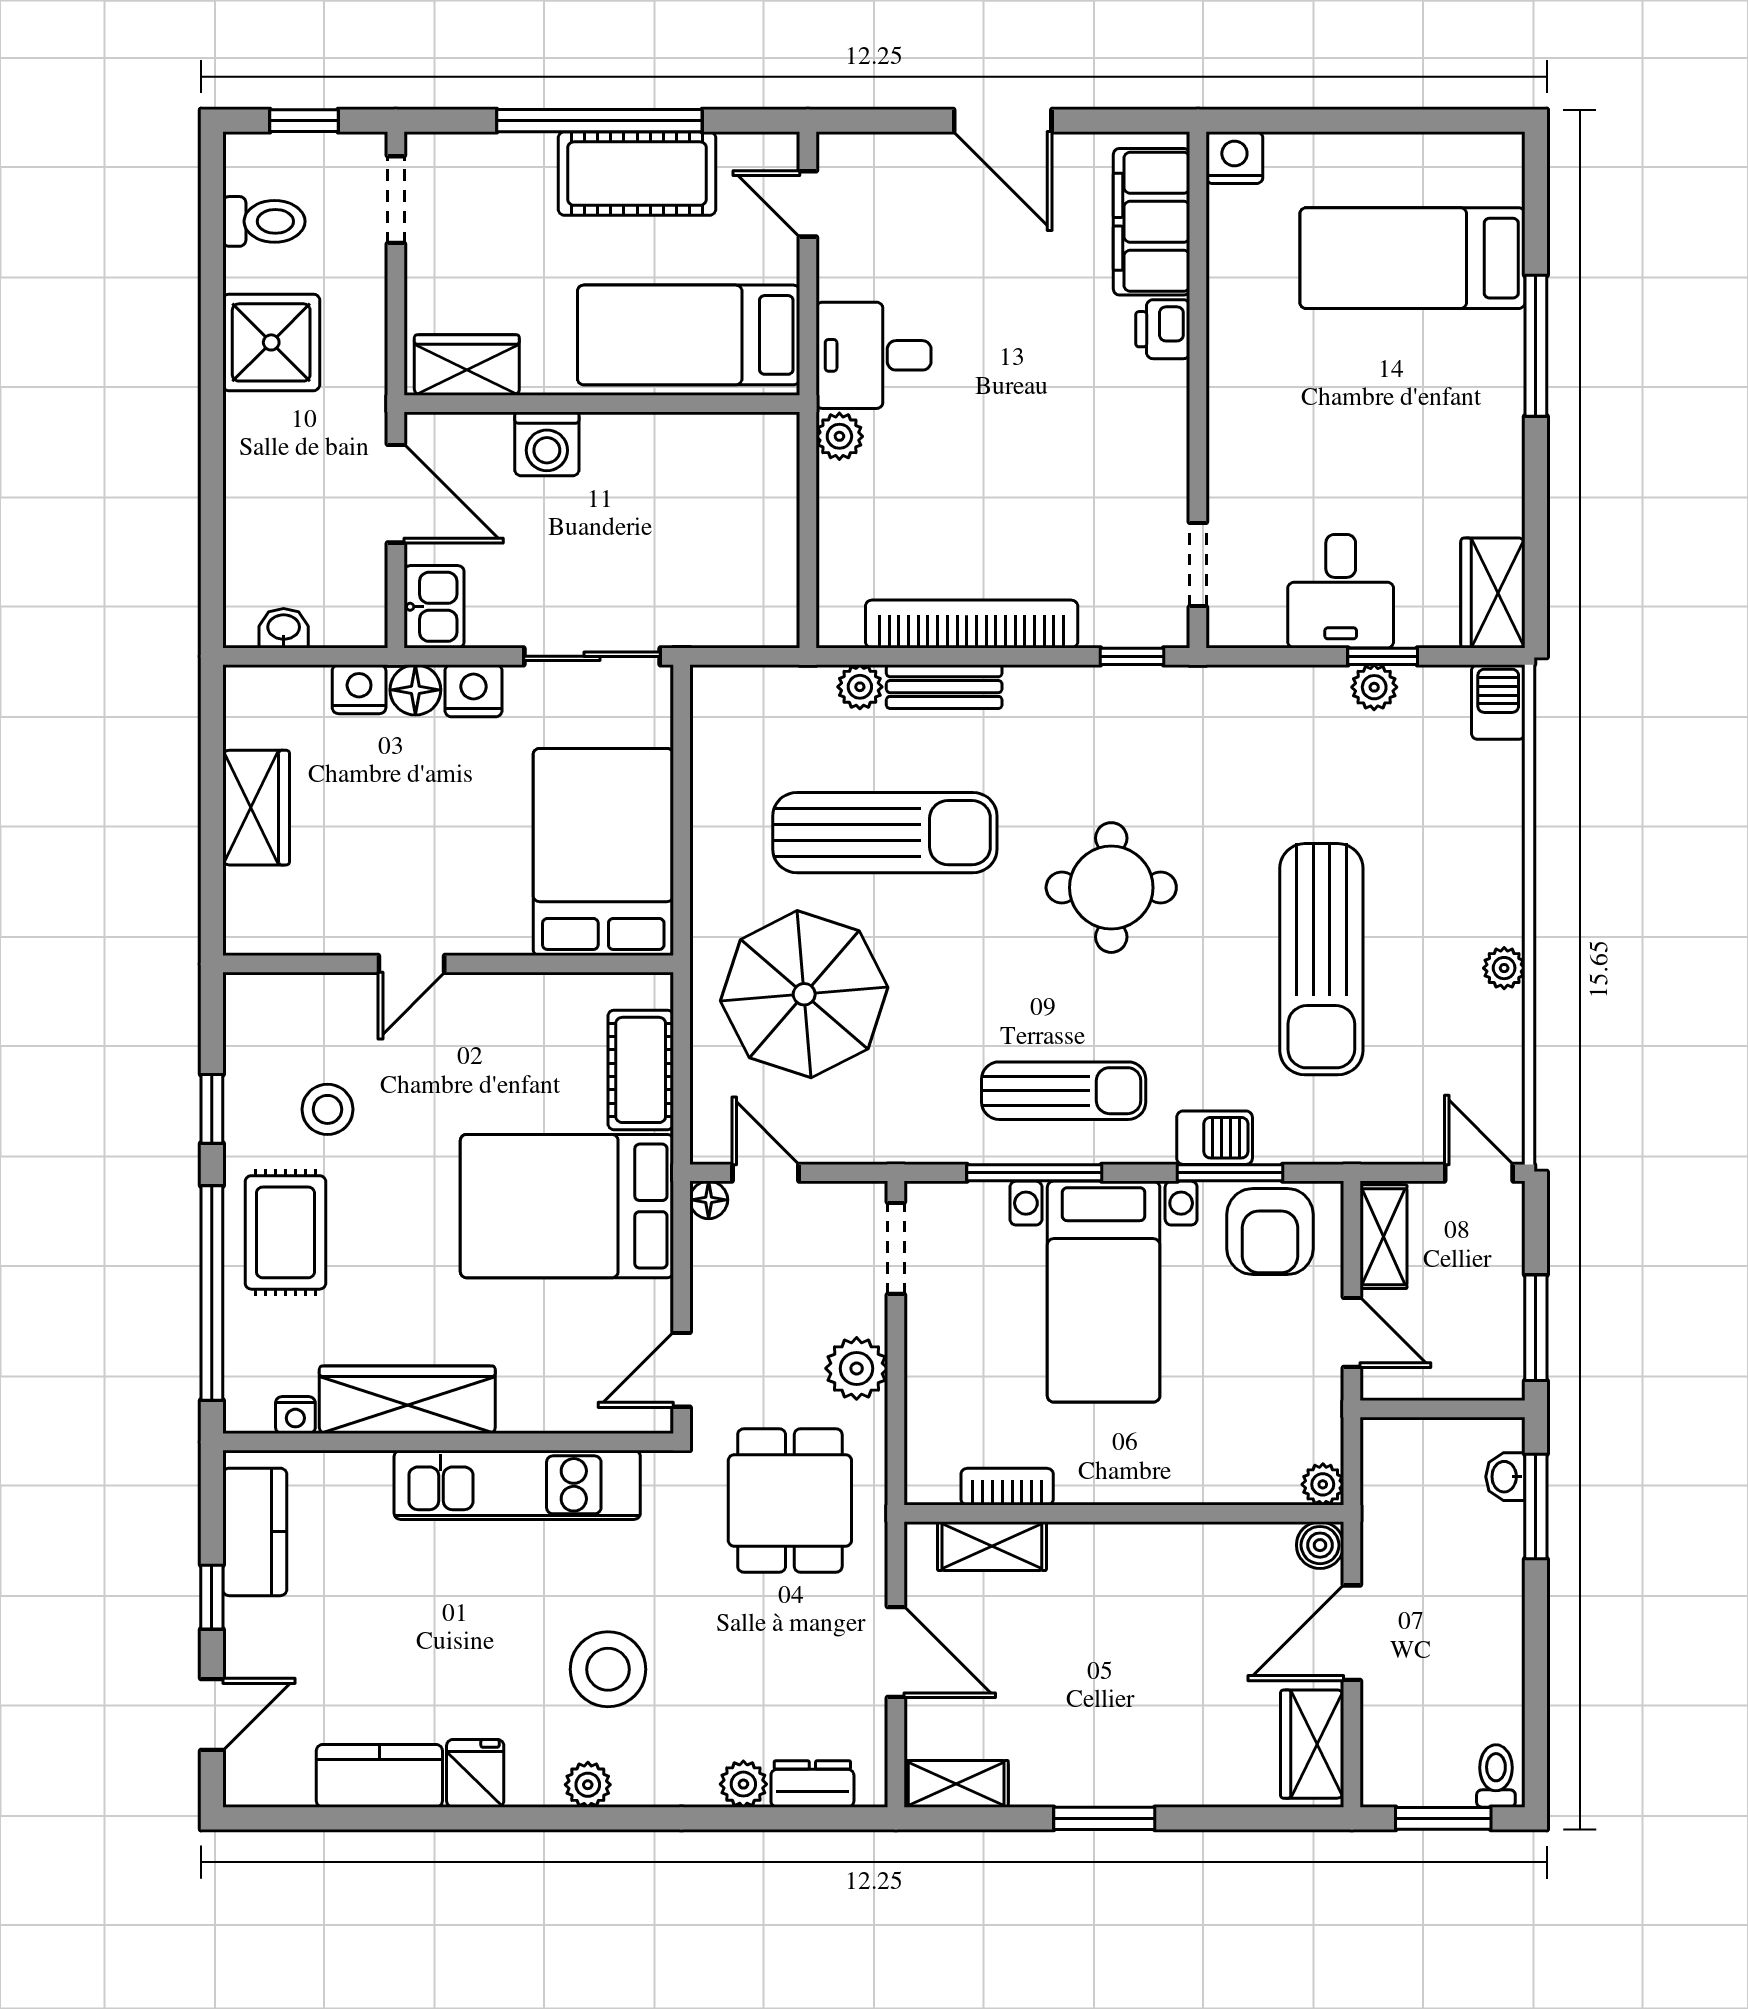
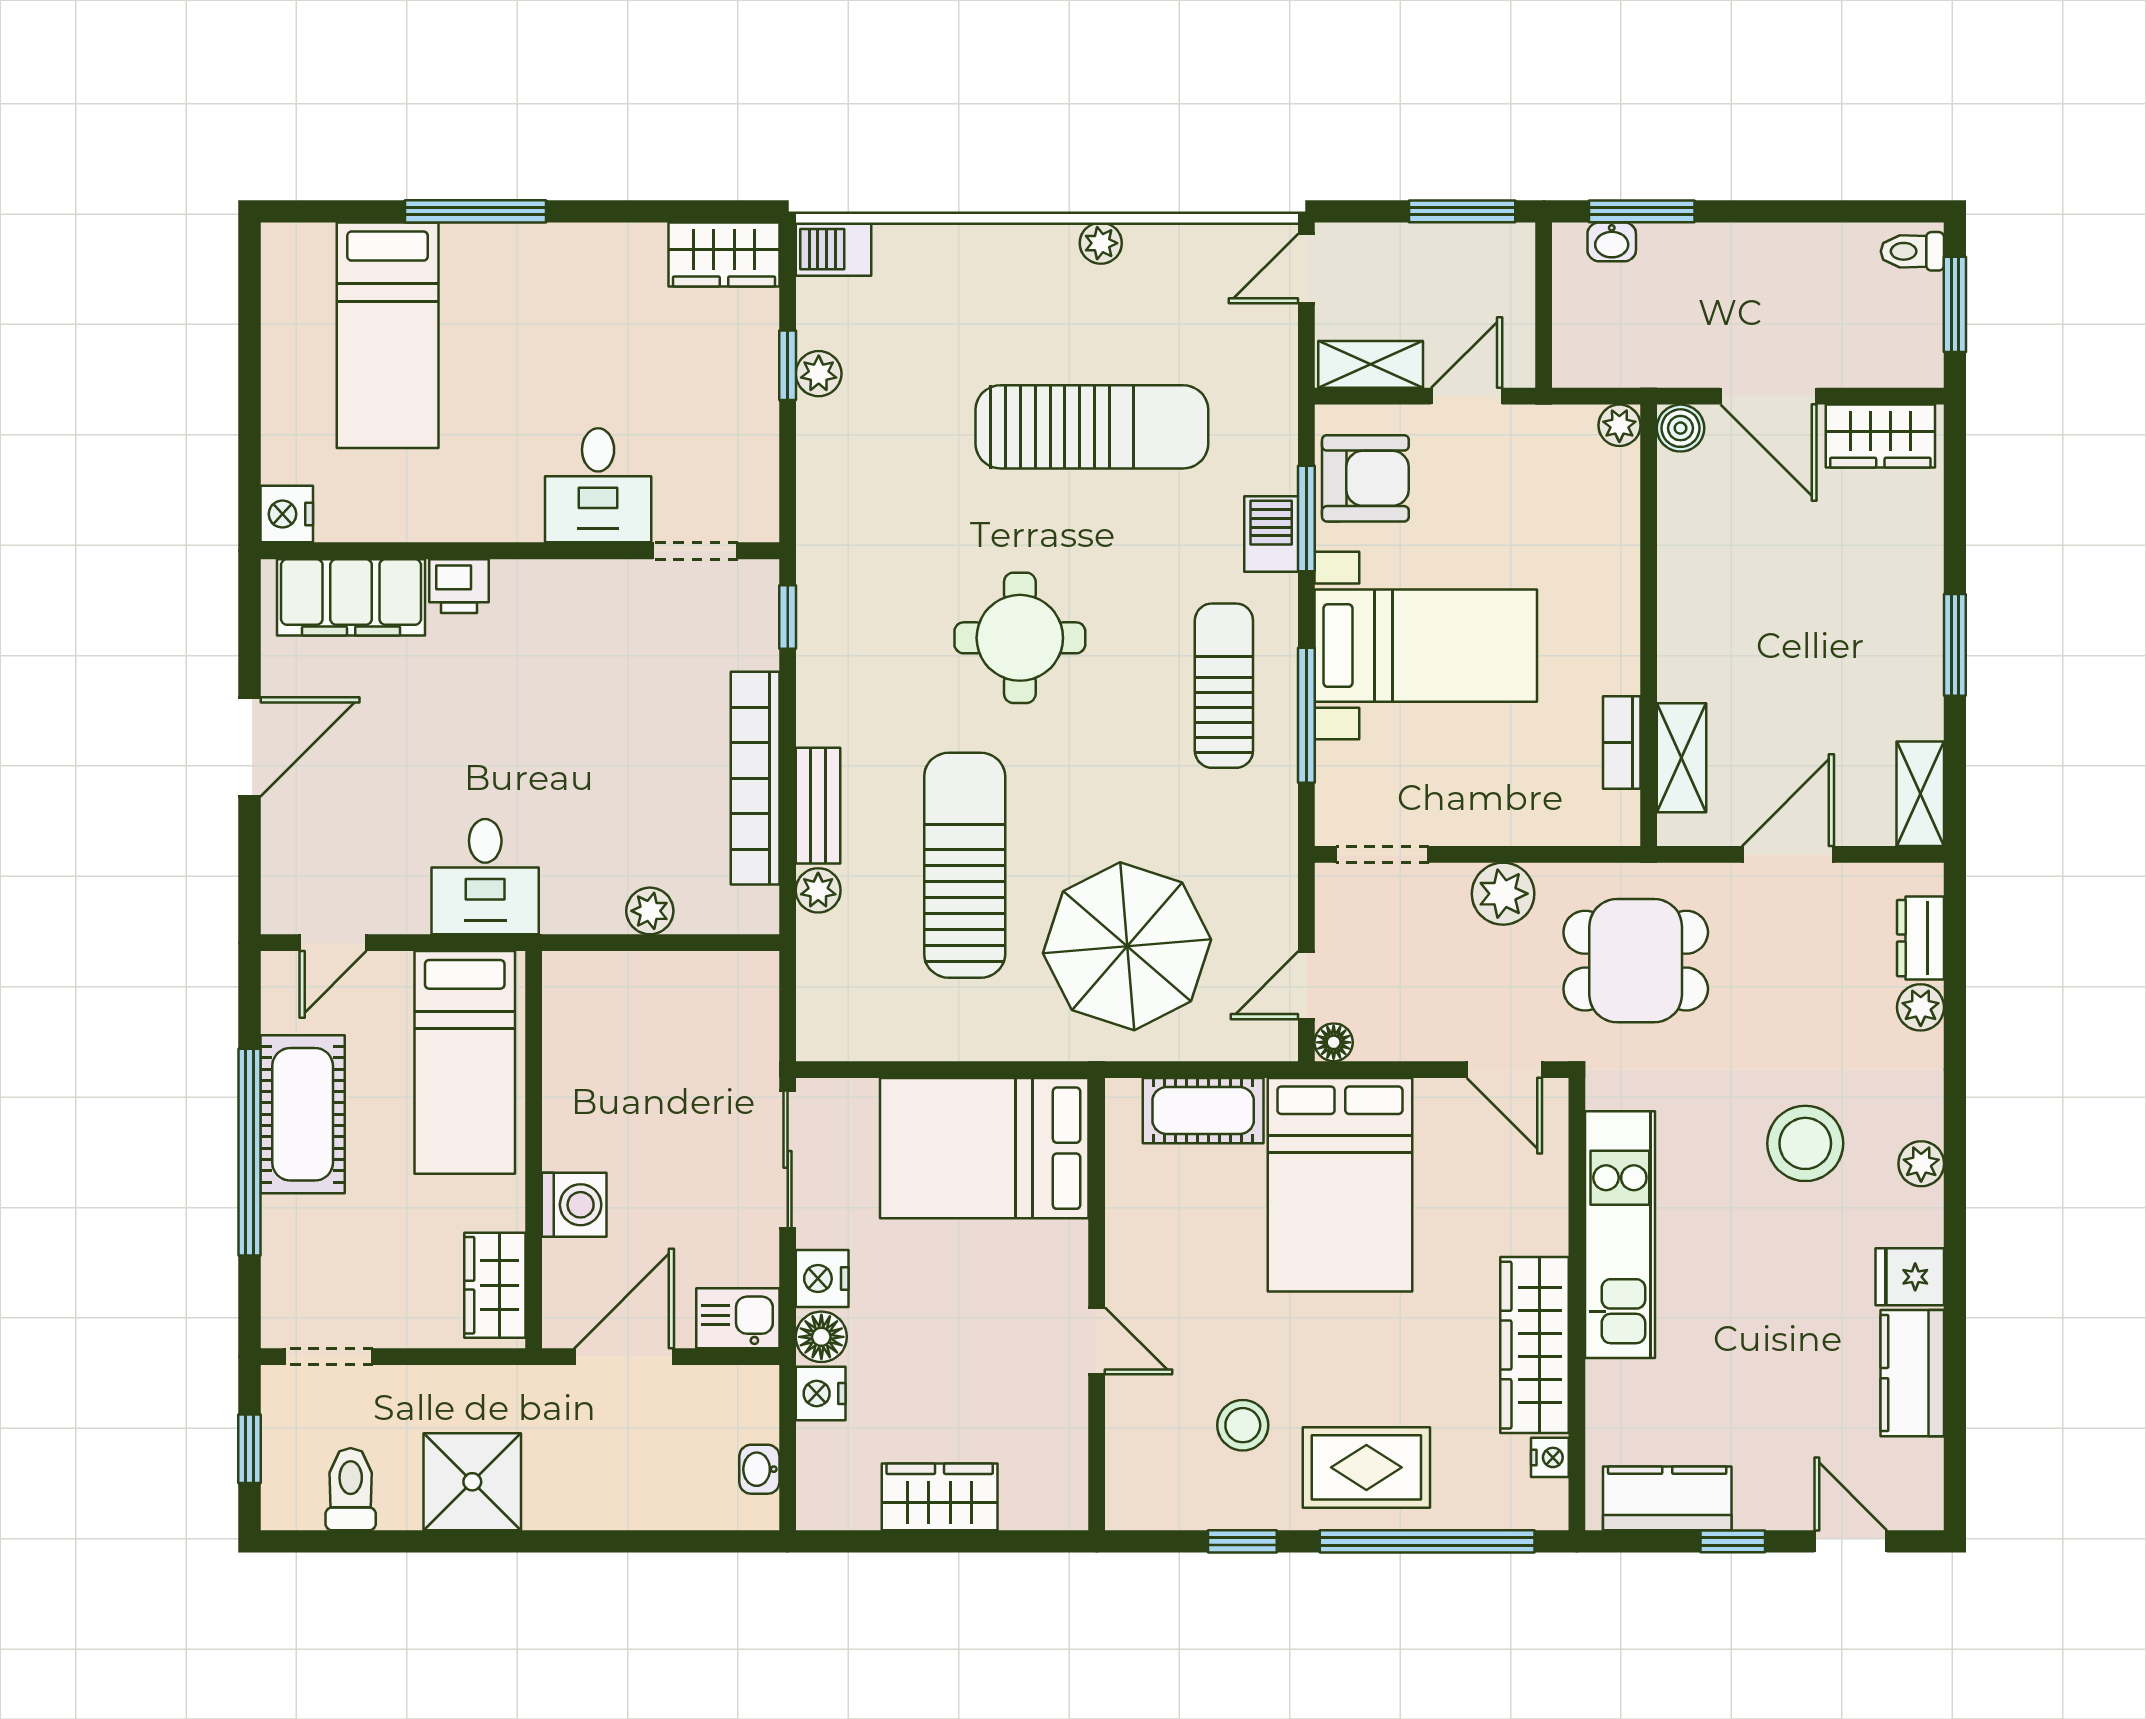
plant: (839, 436) -> (650, 911), moved
desk: (1341, 591) -> (598, 485), moved, turned 90

